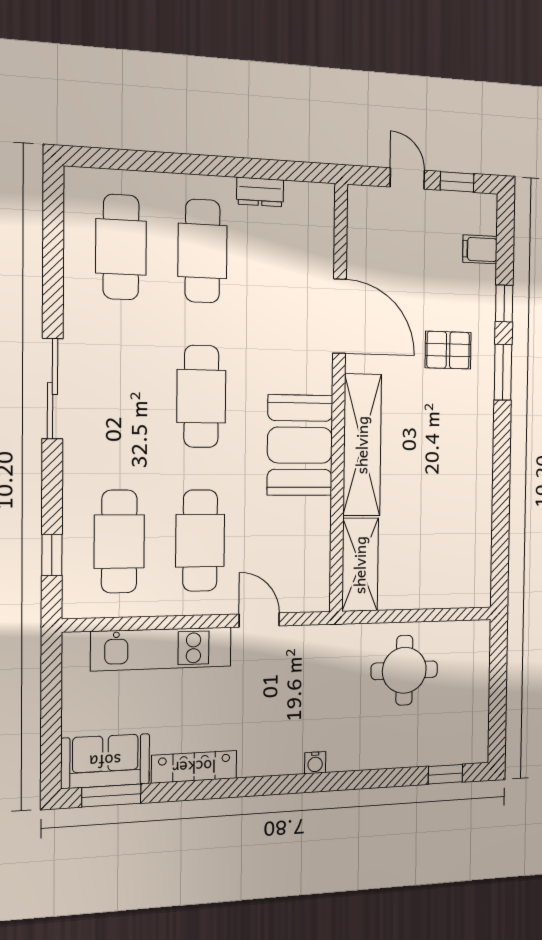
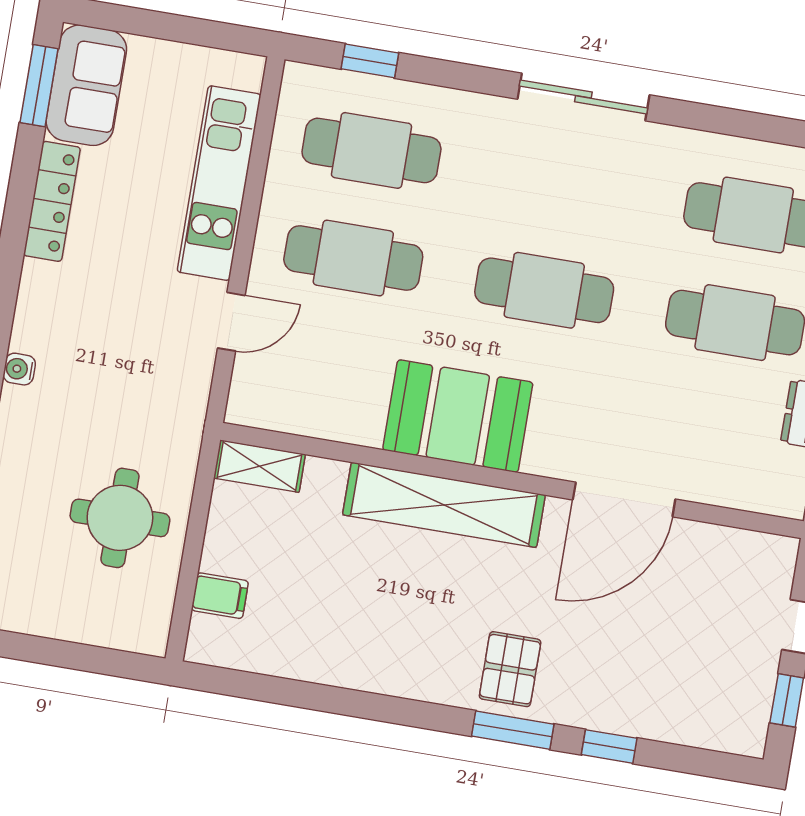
filing cabinet: (480, 249) -> (220, 596), moved, turned 90
pallet: (448, 350) -> (510, 669), moved
shelving: (360, 565) -> (259, 466), width x0.67, depth x0.75

